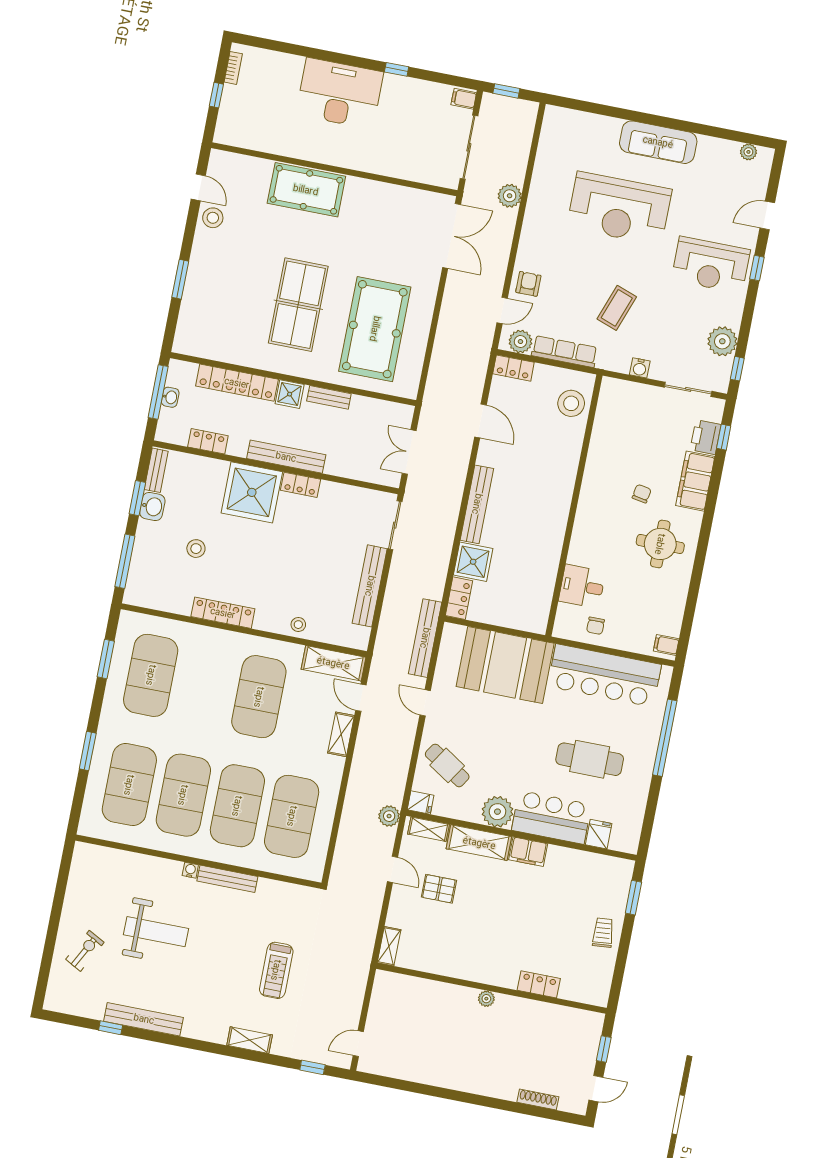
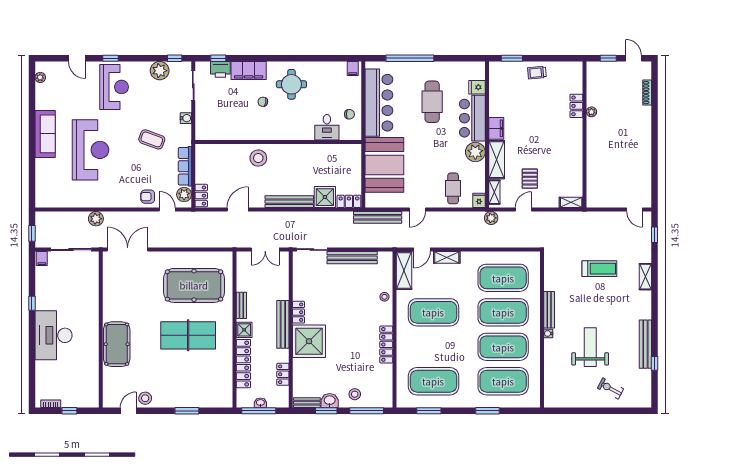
stool: (571, 403) -> (258, 158), moved
stool: (196, 549) -> (355, 394), moved
cafe table: (447, 765) -> (453, 188), turned -33
plant: (486, 999) -> (591, 112), moved

